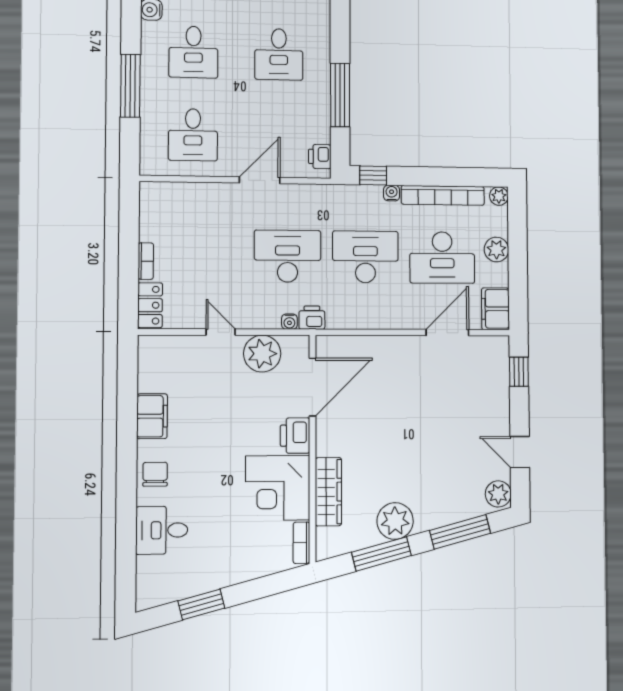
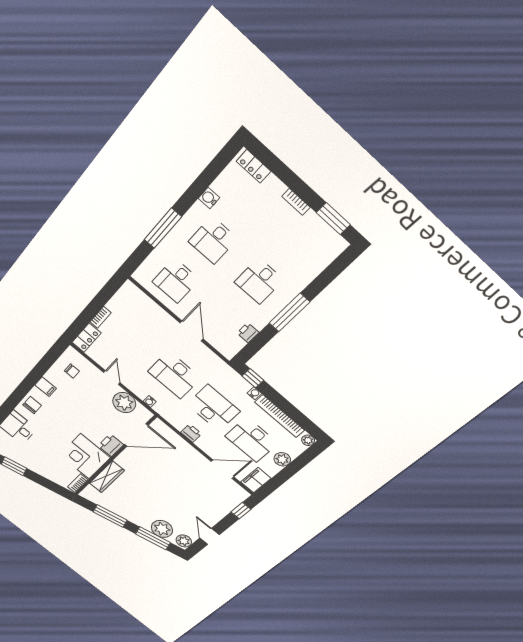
window: (340, 95) -> (289, 313), moved
printer: (320, 156) -> (248, 333), moved
door: (260, 180) -> (192, 331), hinge flipped
desk: (288, 256) -> (174, 375), turned 180
printer: (312, 318) -> (191, 433), moved
chair: (167, 371) -> (72, 371), added
filing cabinet: (152, 416) -> (46, 387), width x0.50
plant: (395, 521) -> (162, 529), moved

